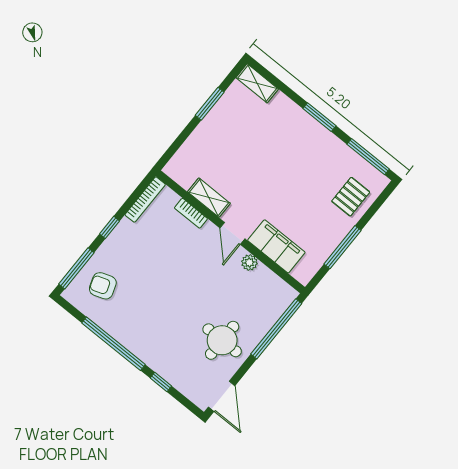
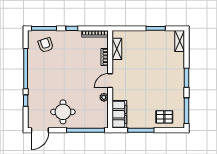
shelving: (209, 198) -> (117, 49), moved
filing cabinet: (276, 246) -> (119, 114), moved

